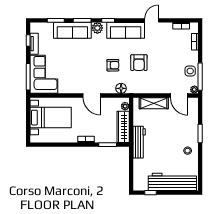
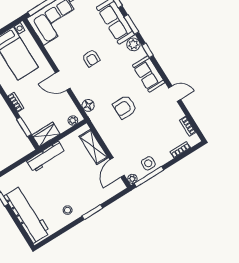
sofa: (126, 30) -> (149, 74), width x0.73
armchair: (113, 65) -> (91, 58), moved
door: (92, 95) -> (63, 81), hinge flipped
wardrobe: (123, 127) -> (46, 135), width x0.67

